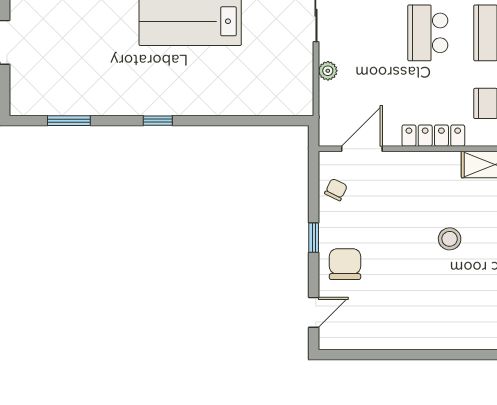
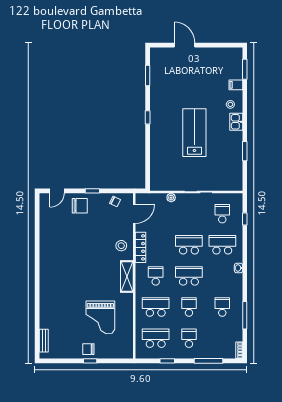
door: (362, 149) -> (134, 214), hinge flipped
stool: (450, 239) -> (121, 246), moved
door: (314, 312) -> (57, 191), hinge flipped

